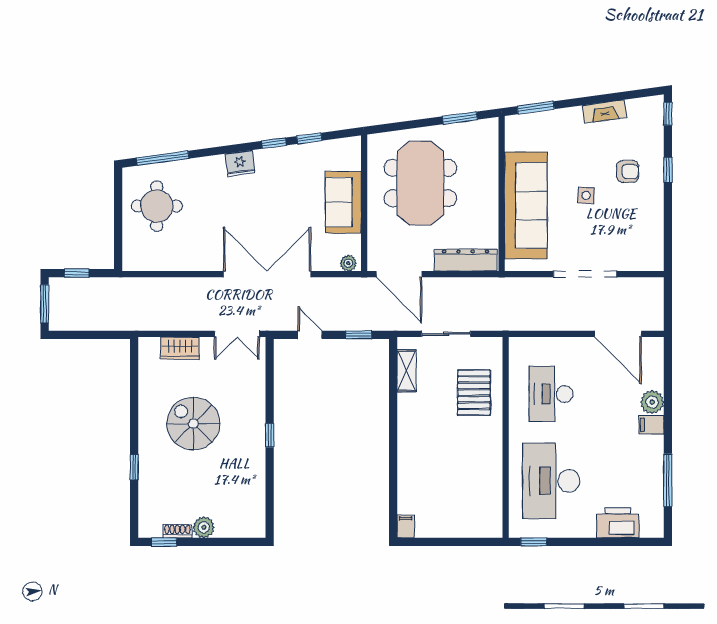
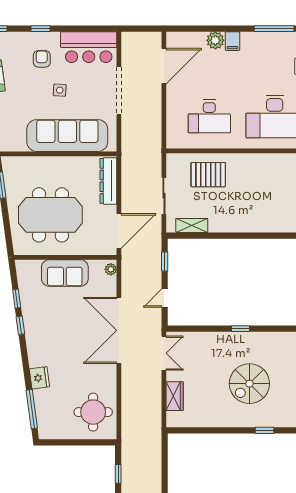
fridge: (240, 164) -> (39, 378), moved
round table: (157, 206) -> (93, 412), moved
bar counter: (643, 234) -> (89, 47), added
spiral stairs: (193, 424) -> (249, 384), moved

